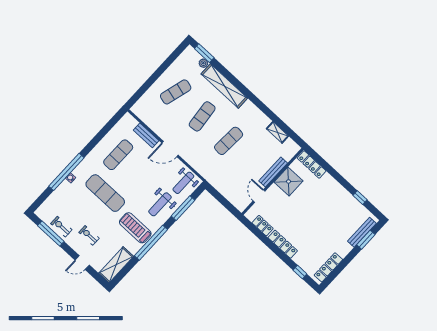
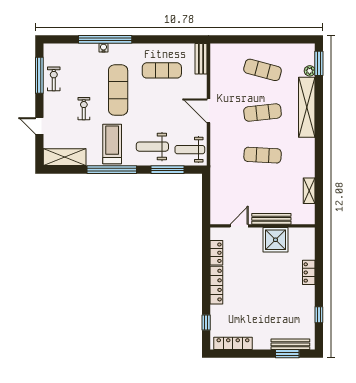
bench: (146, 135) -> (201, 59), moved
locker: (312, 164) -> (309, 272), moved, width x0.66
exercise bike: (89, 235) -> (84, 109), moved

